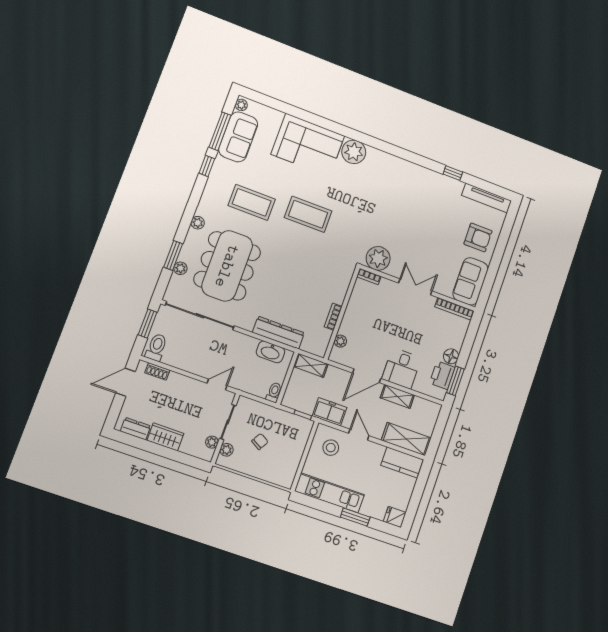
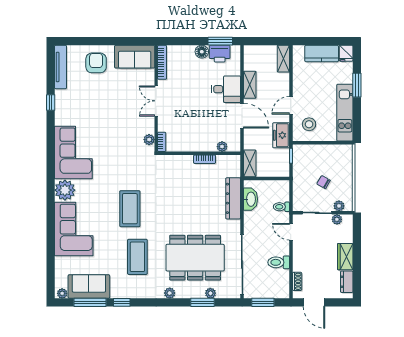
corner sofa: (391, 177) -> (73, 152), added
plant: (378, 258) -> (149, 140), width x0.53, depth x0.53
toilet: (156, 347) -> (279, 262), moved
toilet: (274, 392) -> (281, 207), moved
shelving: (406, 439) -> (283, 59), width x0.67, depth x0.75
kitchen counter: (402, 462) -> (322, 53), moved, turned 90

